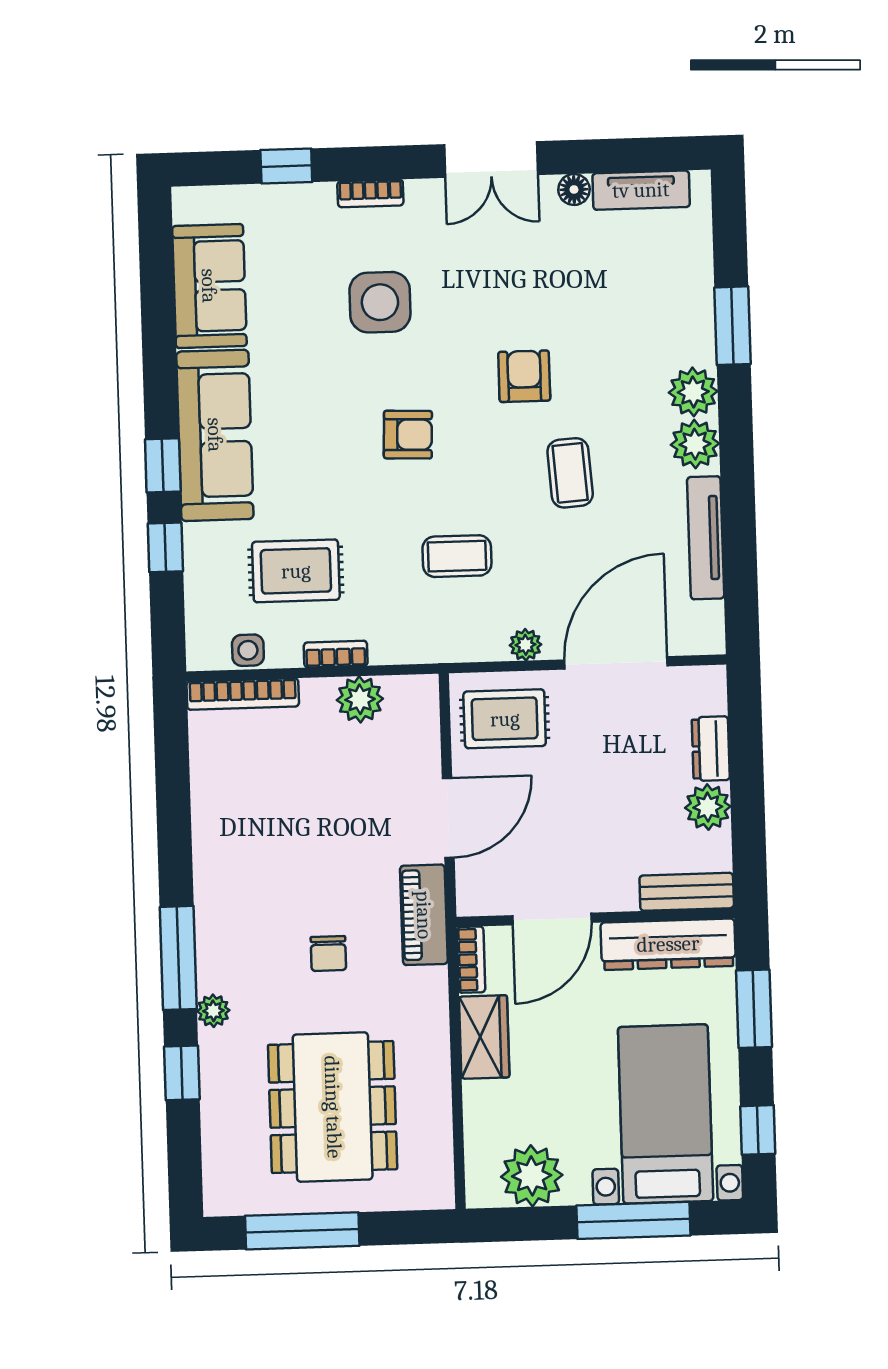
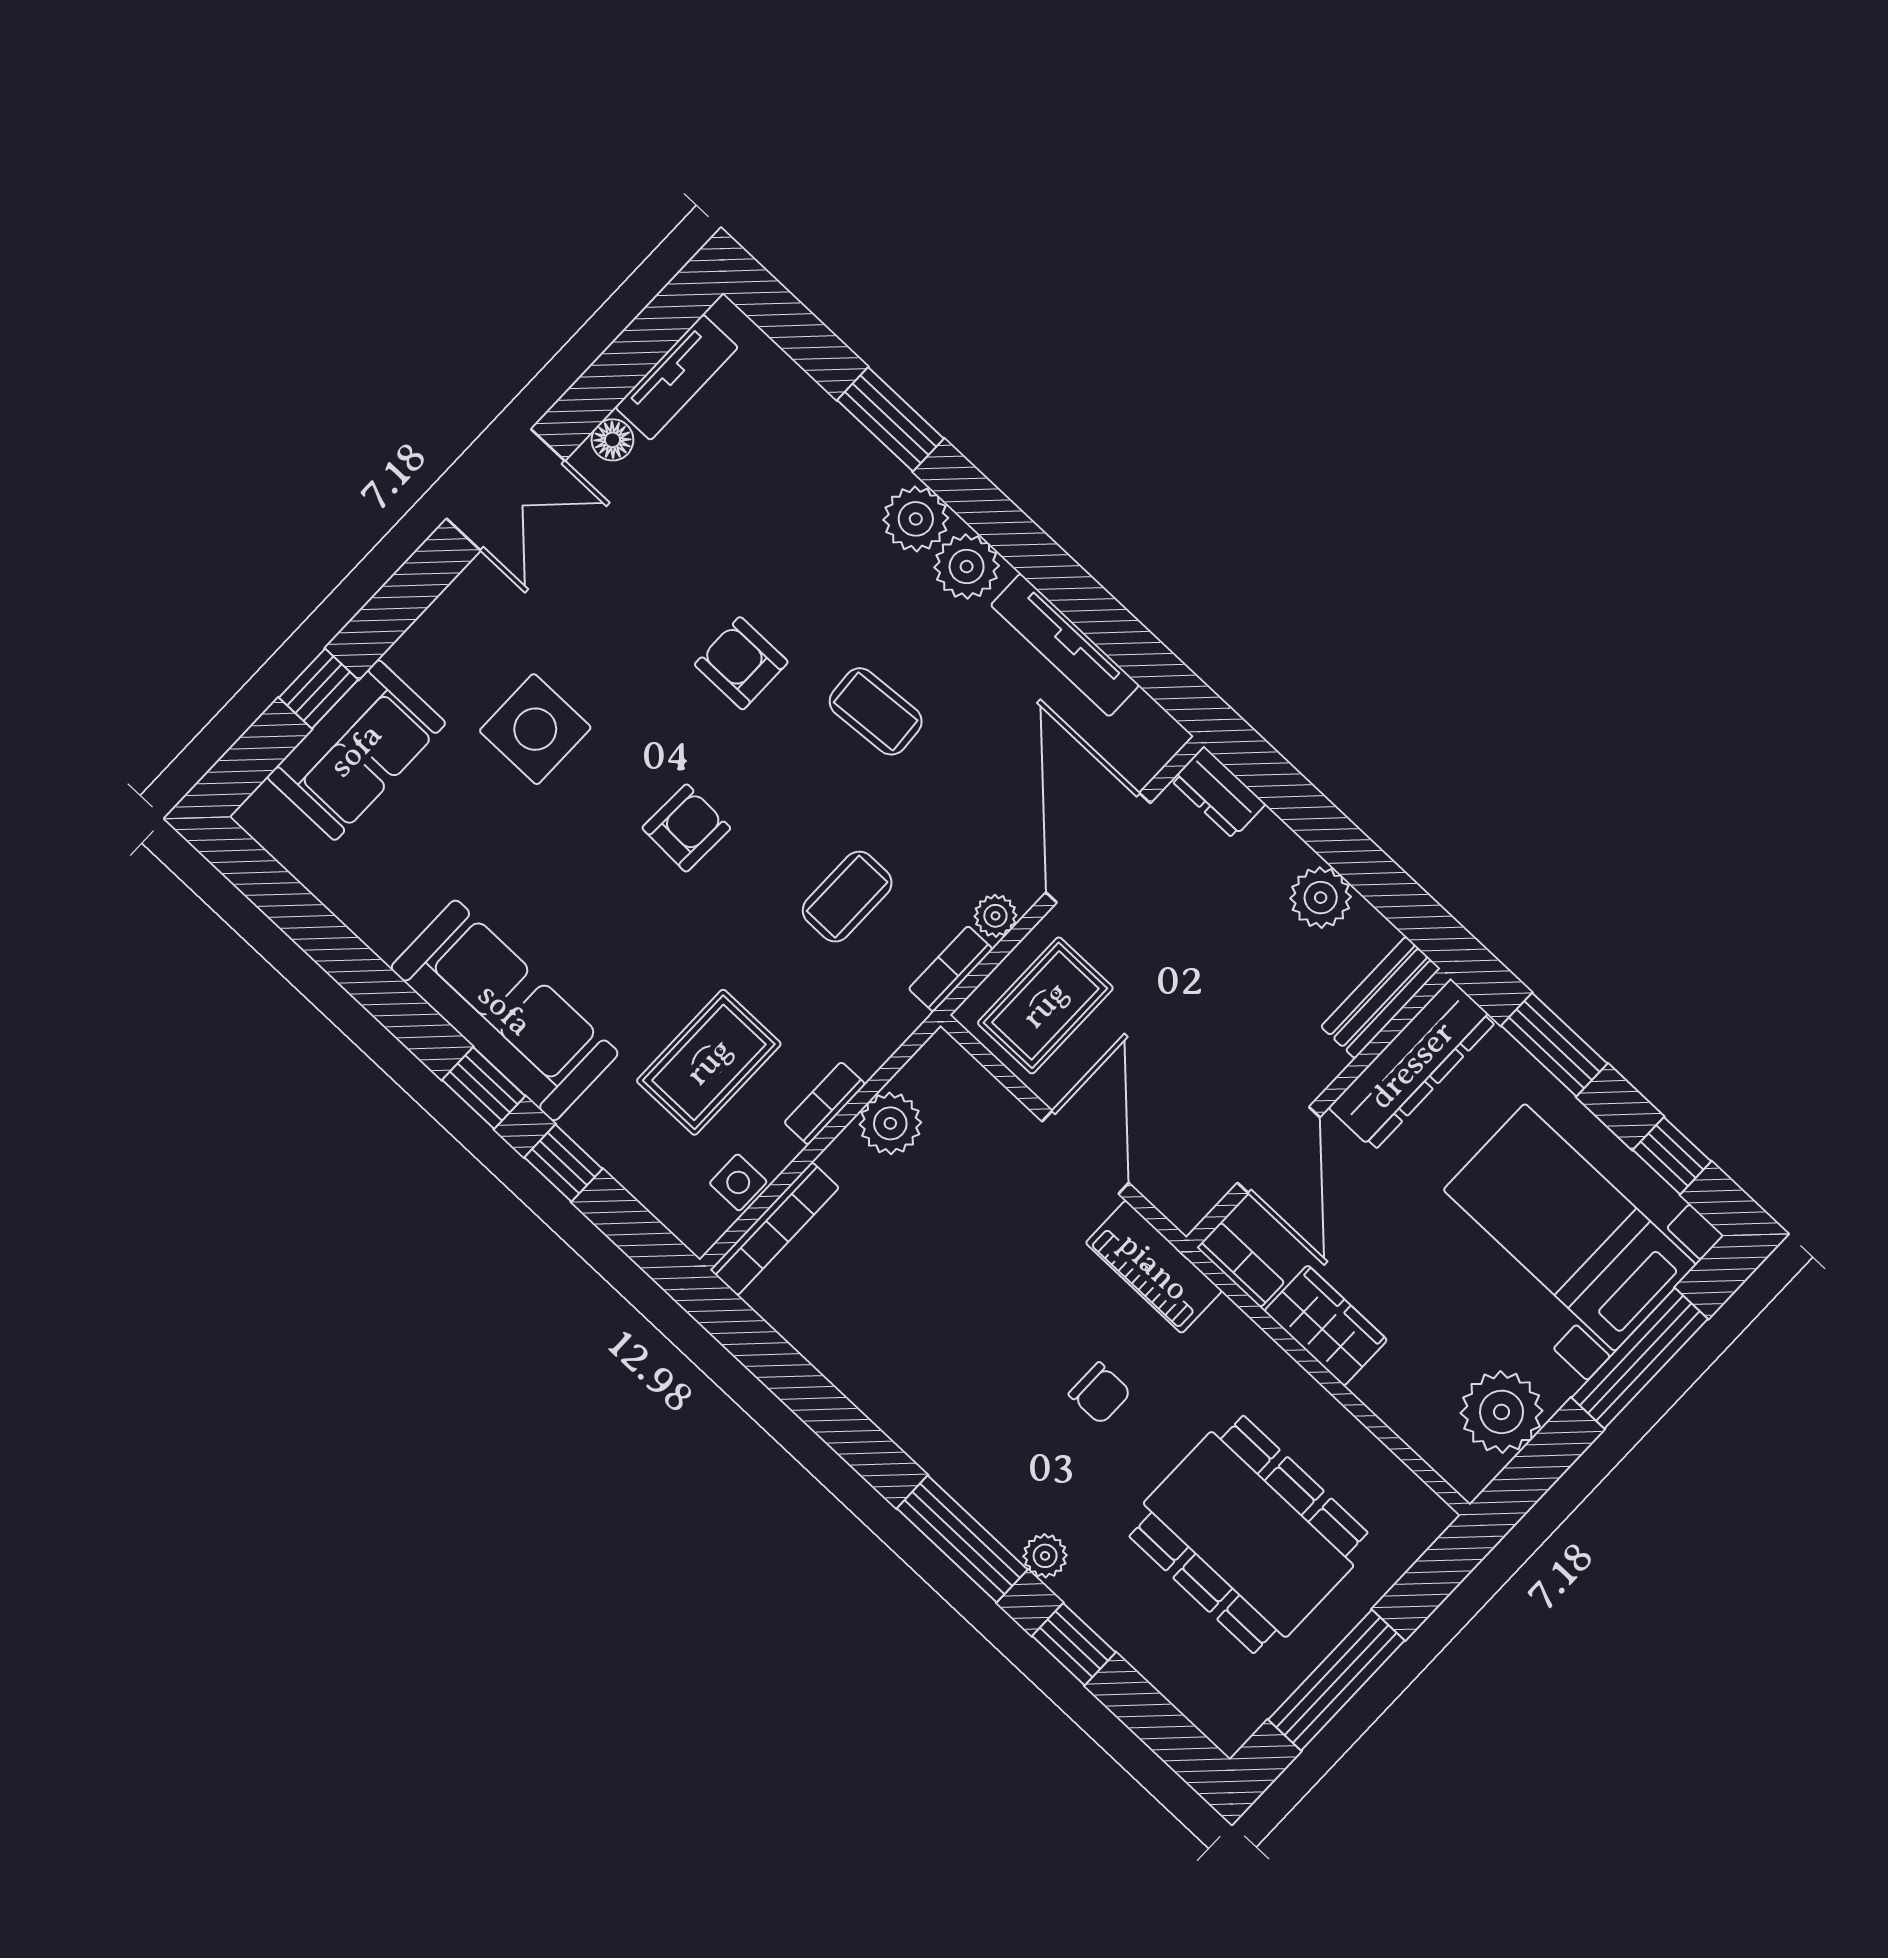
bookcase: (370, 193) -> (951, 969), moved, turned 180
sofa: (209, 286) -> (356, 750), moved, turned 90
dresser: (711, 749) -> (1218, 792), moved

